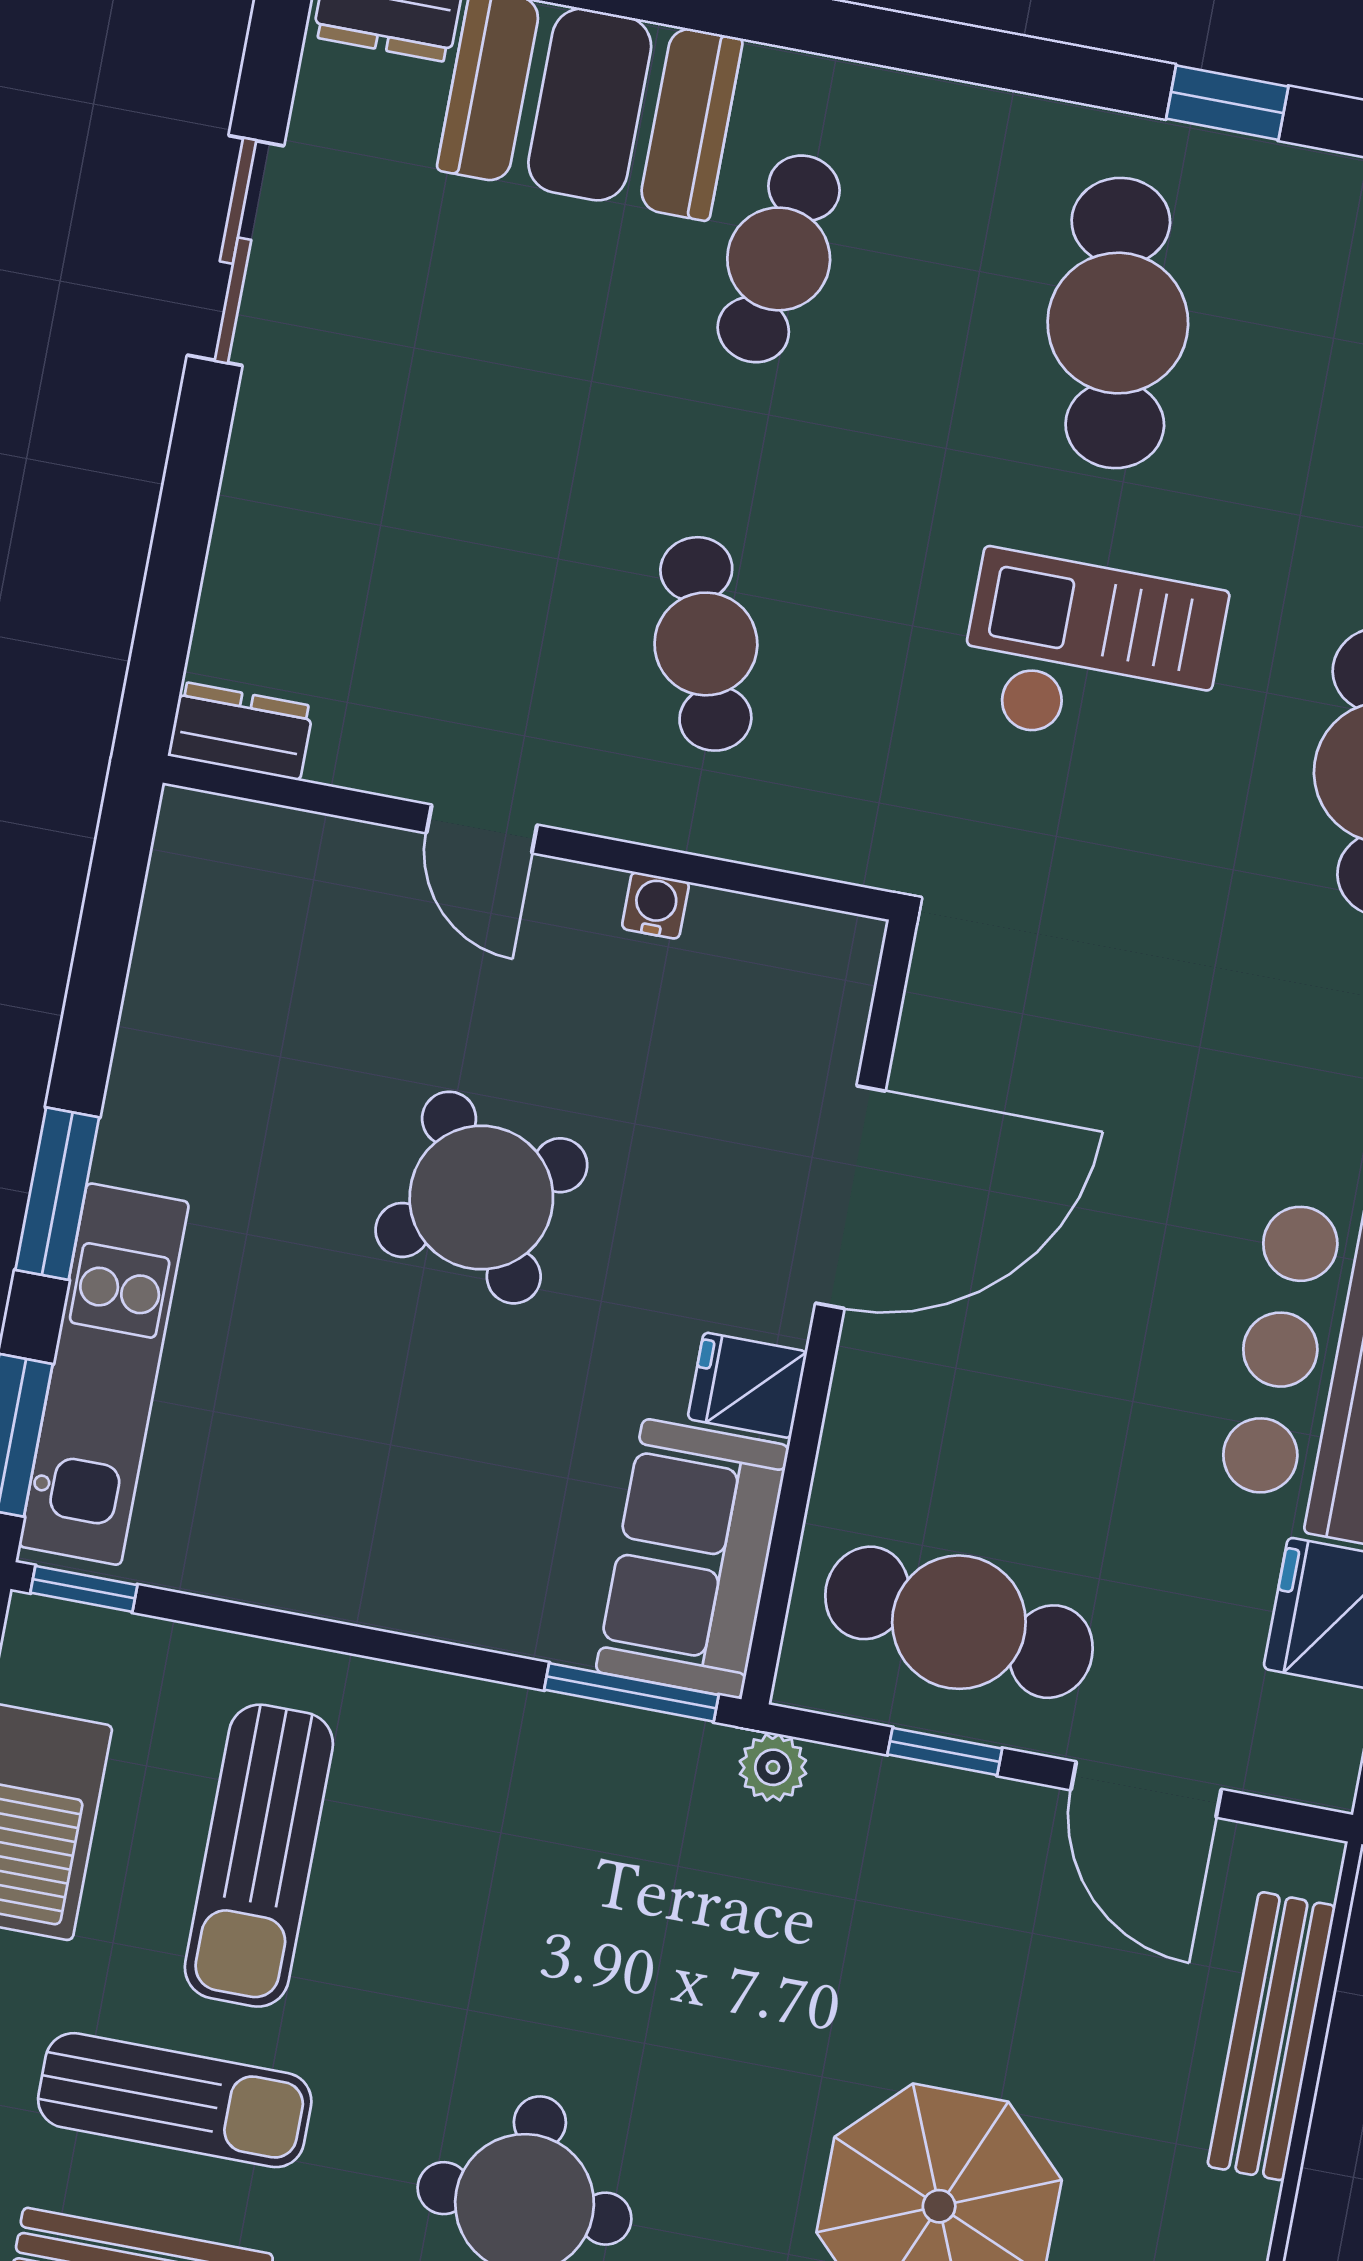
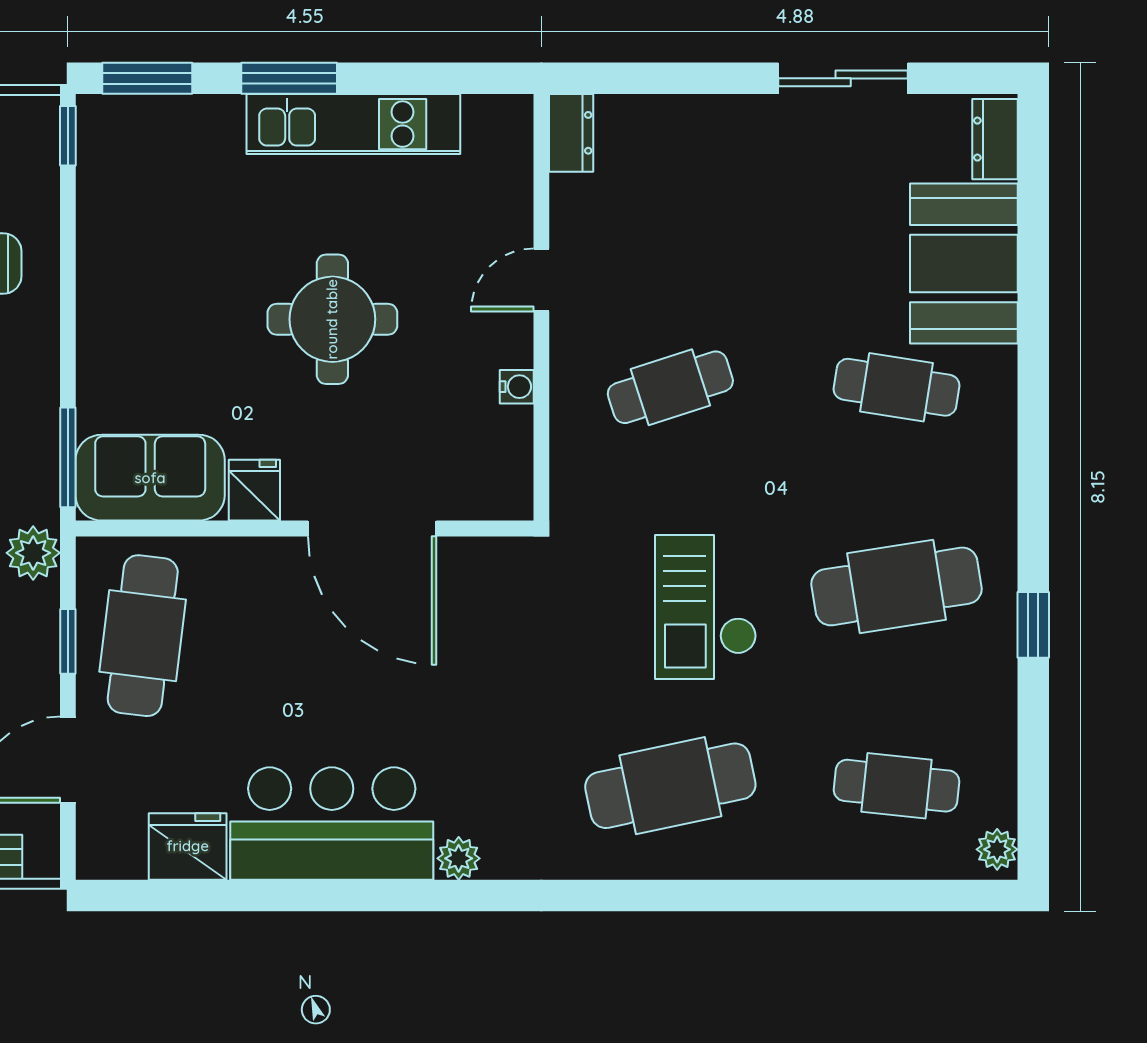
checkout: (1091, 654) -> (706, 607), turned 180
round table: (481, 1198) -> (332, 319), turned 33
kitchen unit: (104, 1374) -> (353, 124), moved
plant: (773, 1767) -> (33, 553), width x1.38, depth x1.38

